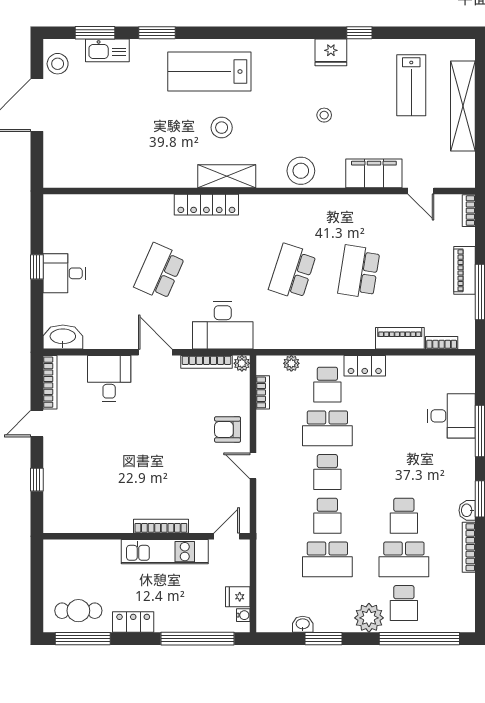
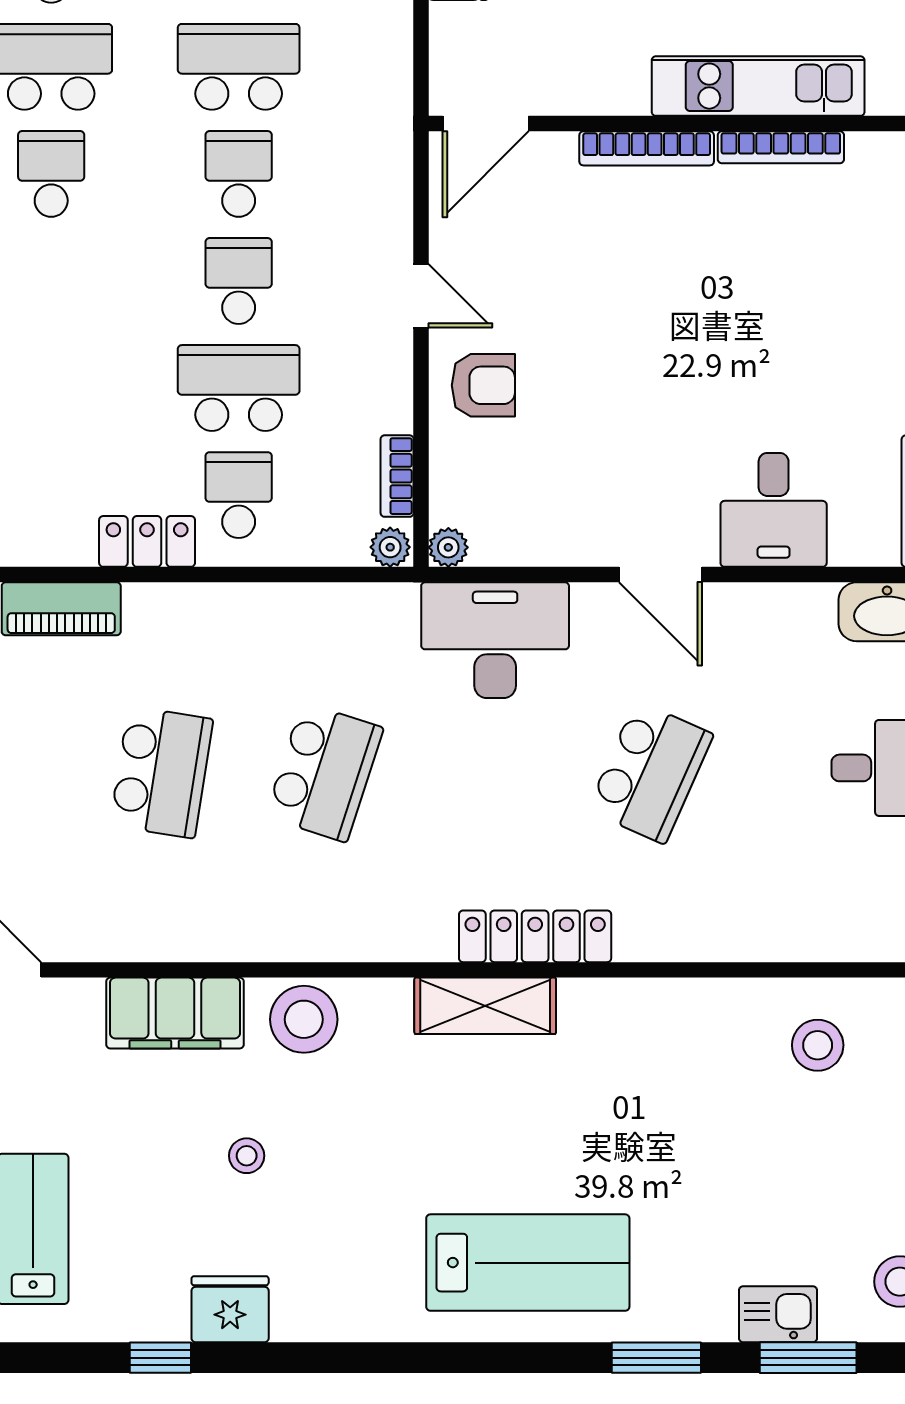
kitchen sink: (107, 50) -> (778, 1314), width x0.73
stool: (222, 128) -> (818, 1045), moved
filing cabinet: (374, 173) -> (175, 1013), moved
bookcase: (206, 362) -> (781, 147), moved, turned 180
plant: (291, 363) -> (390, 547), moved
door: (227, 536) -> (486, 124), width x1.38
kitchen unit: (165, 552) -> (758, 86), moved

